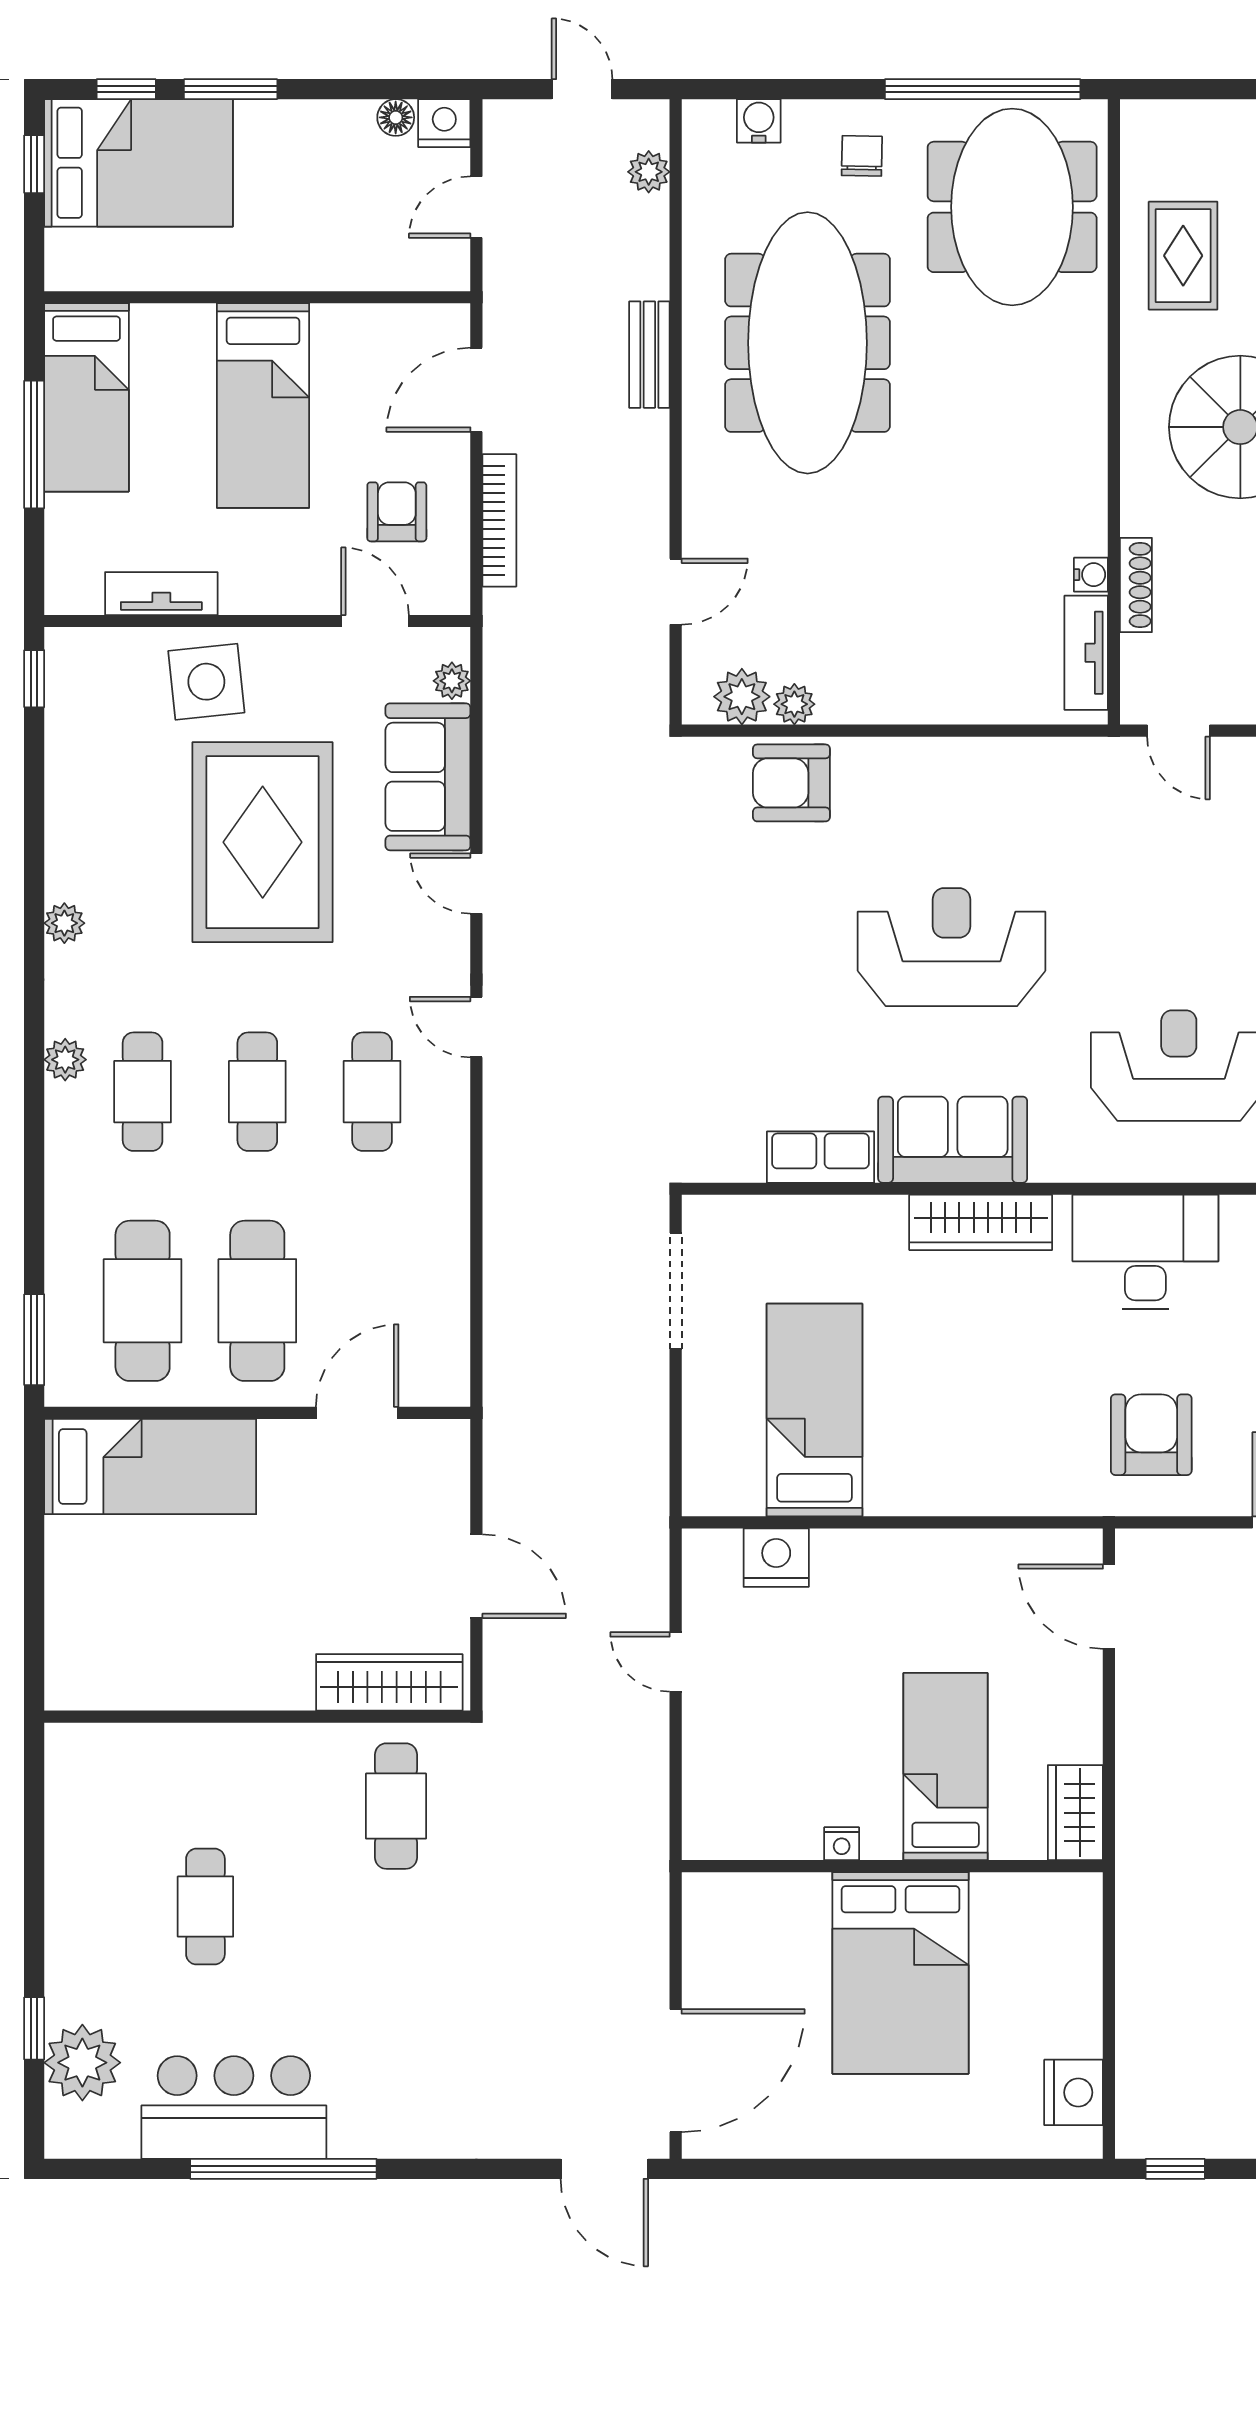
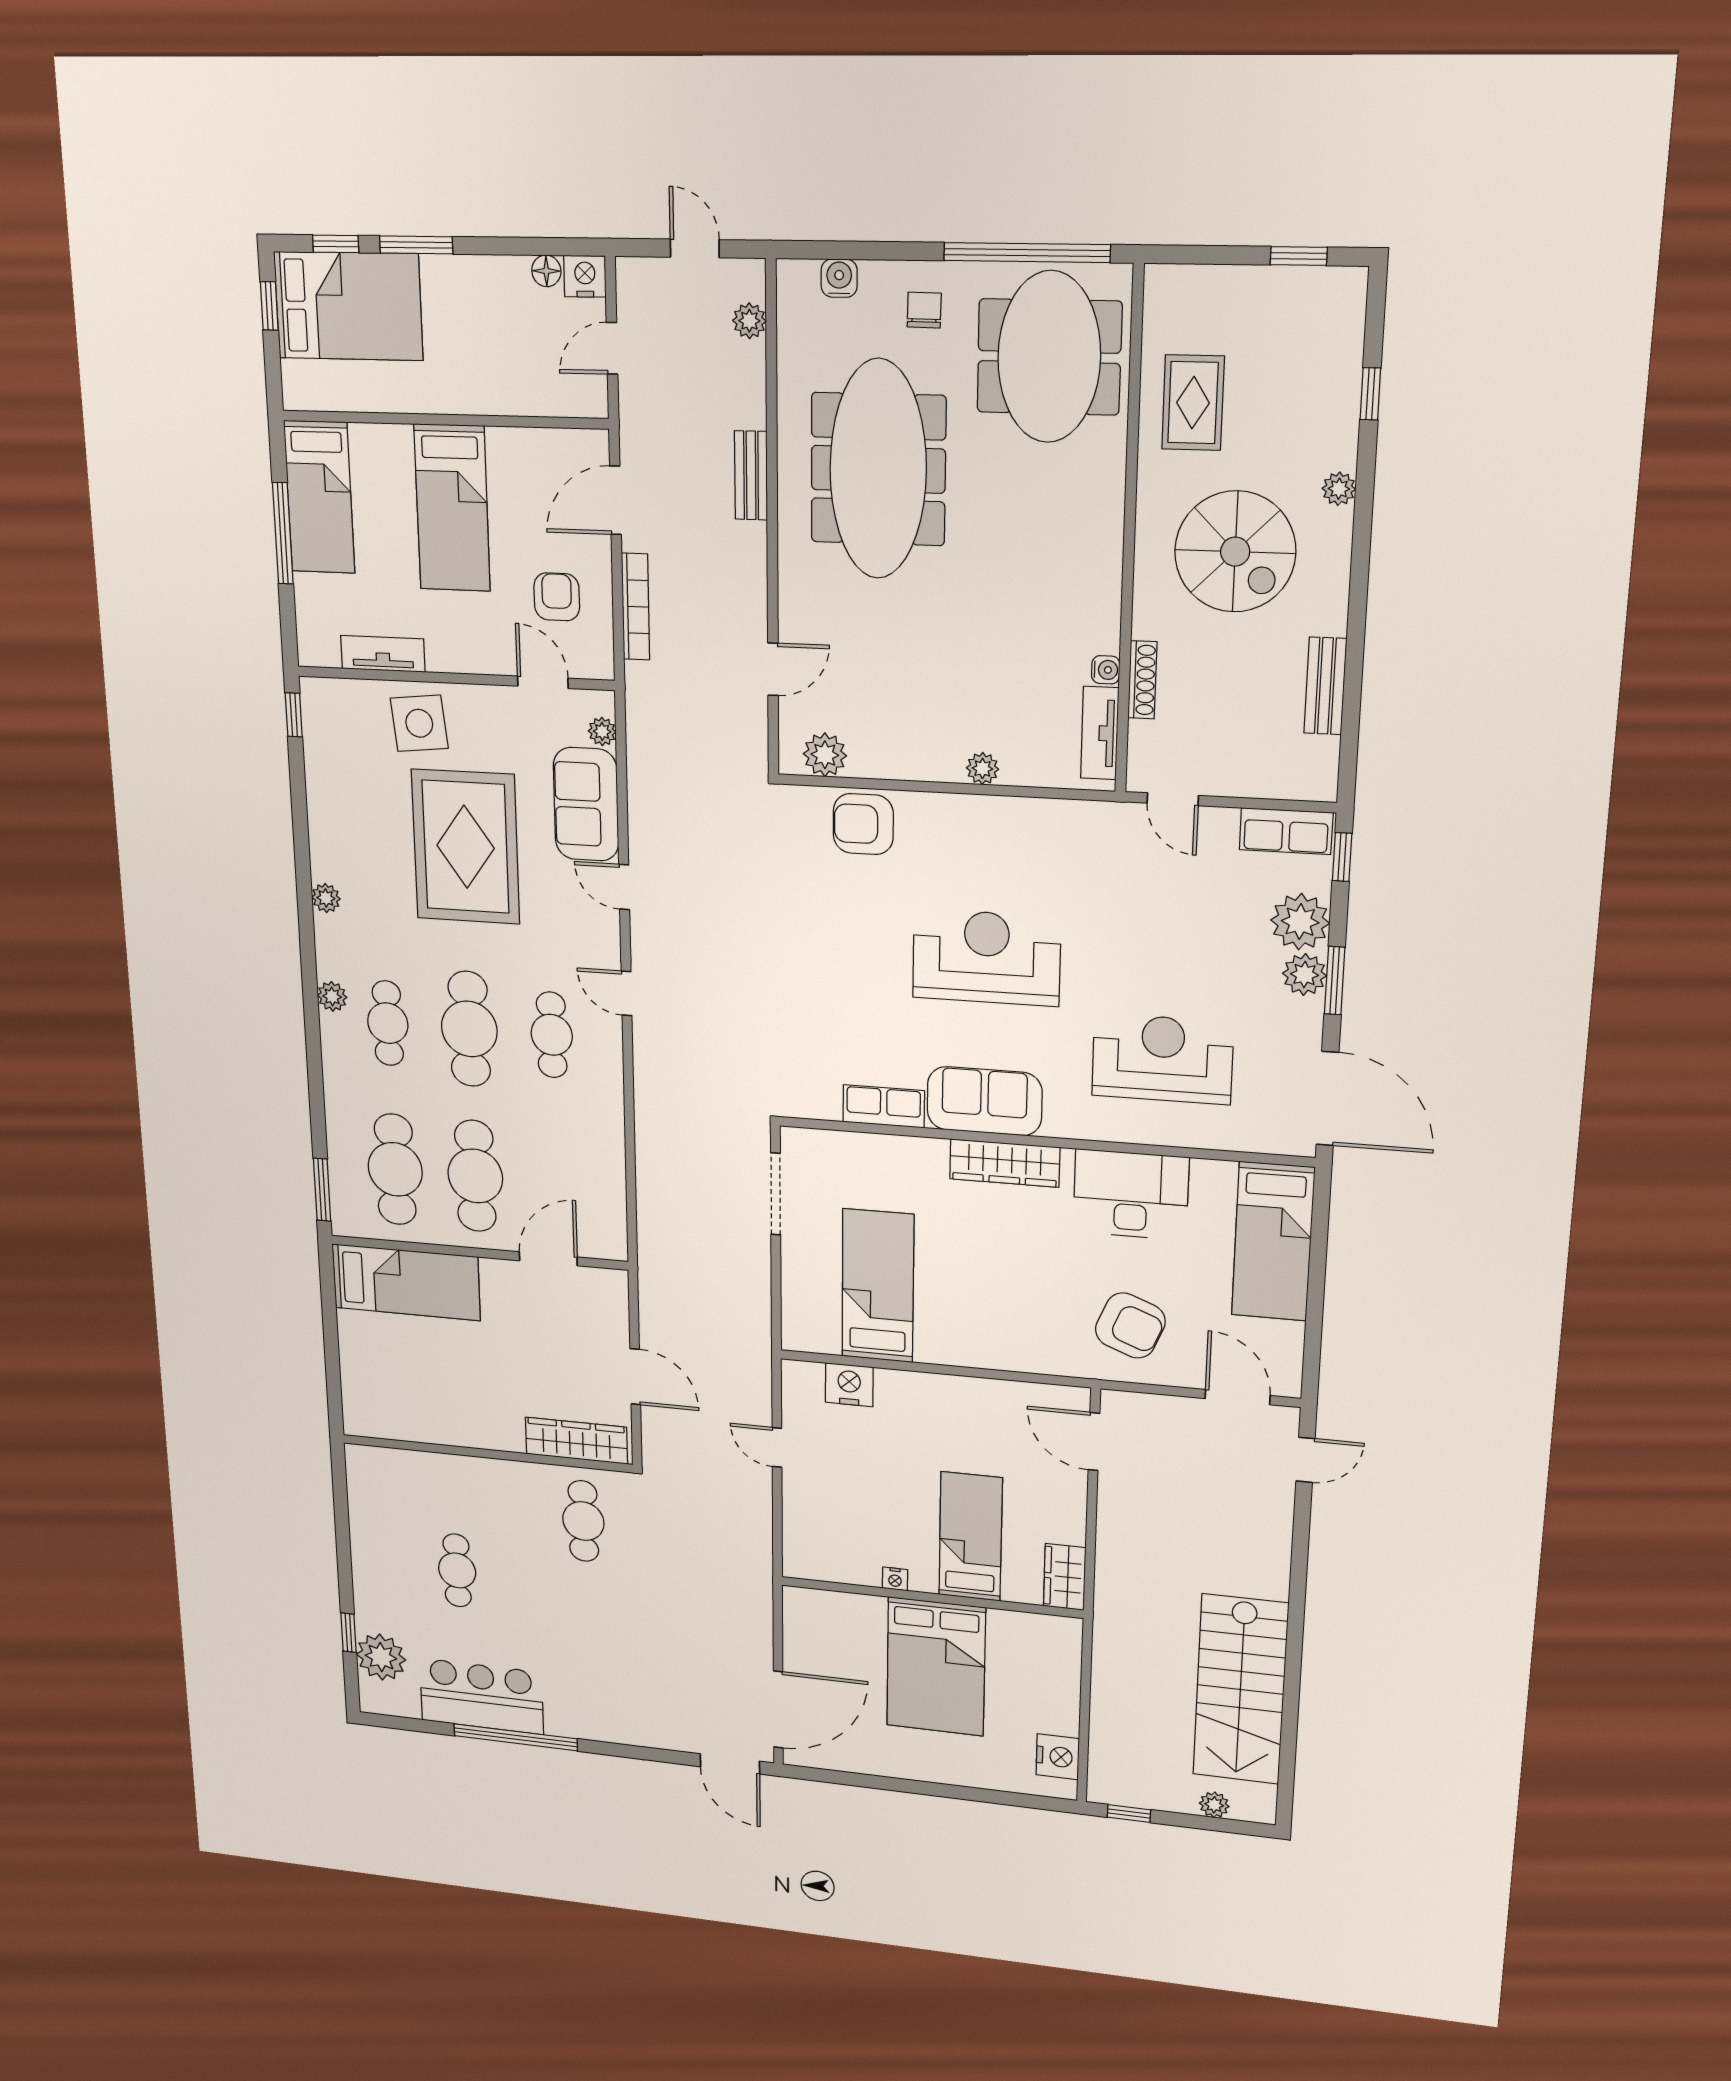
plant: (794, 704) -> (982, 769), moved
cafe table: (257, 1092) -> (469, 1029), width x1.37, depth x1.35
armchair: (1151, 1435) -> (1130, 1326), turned 112

